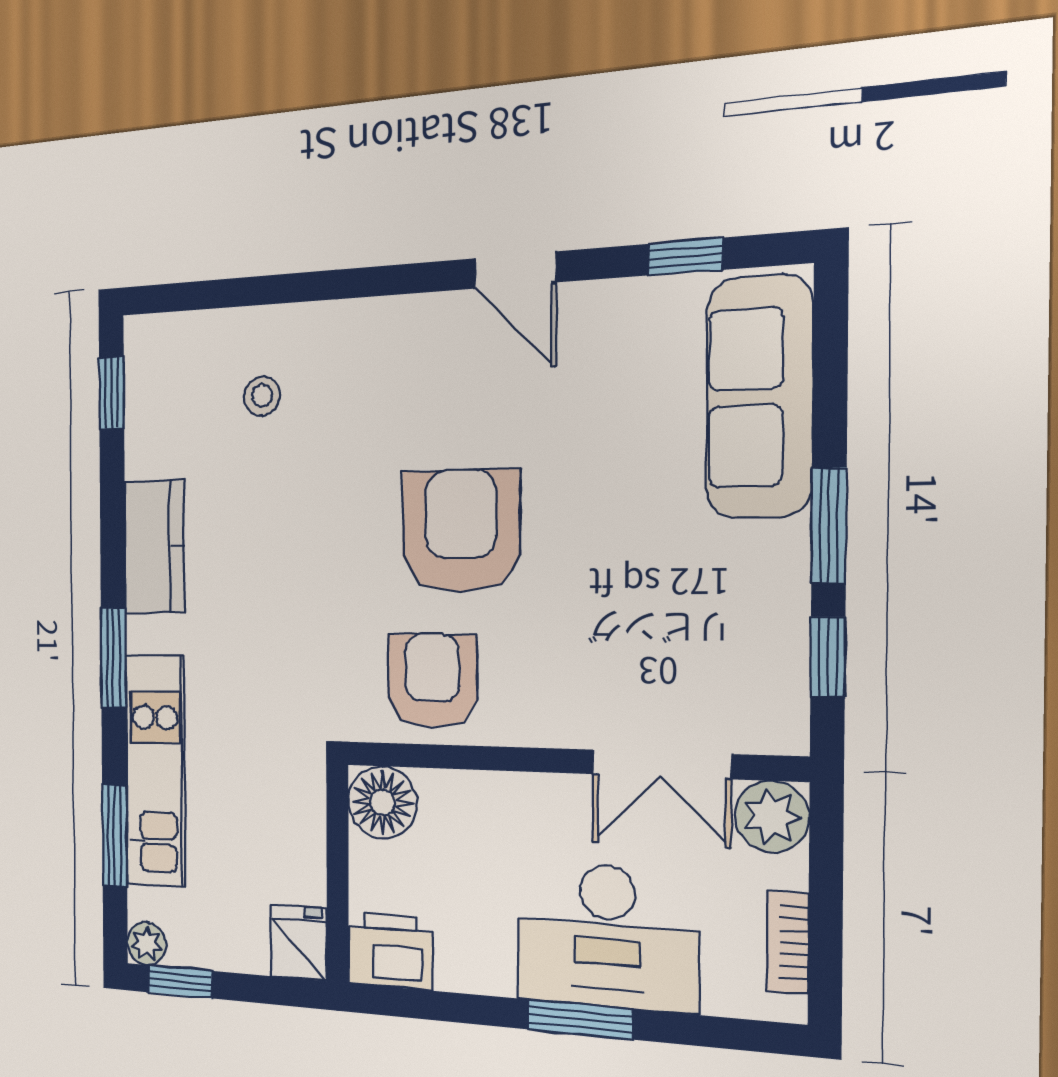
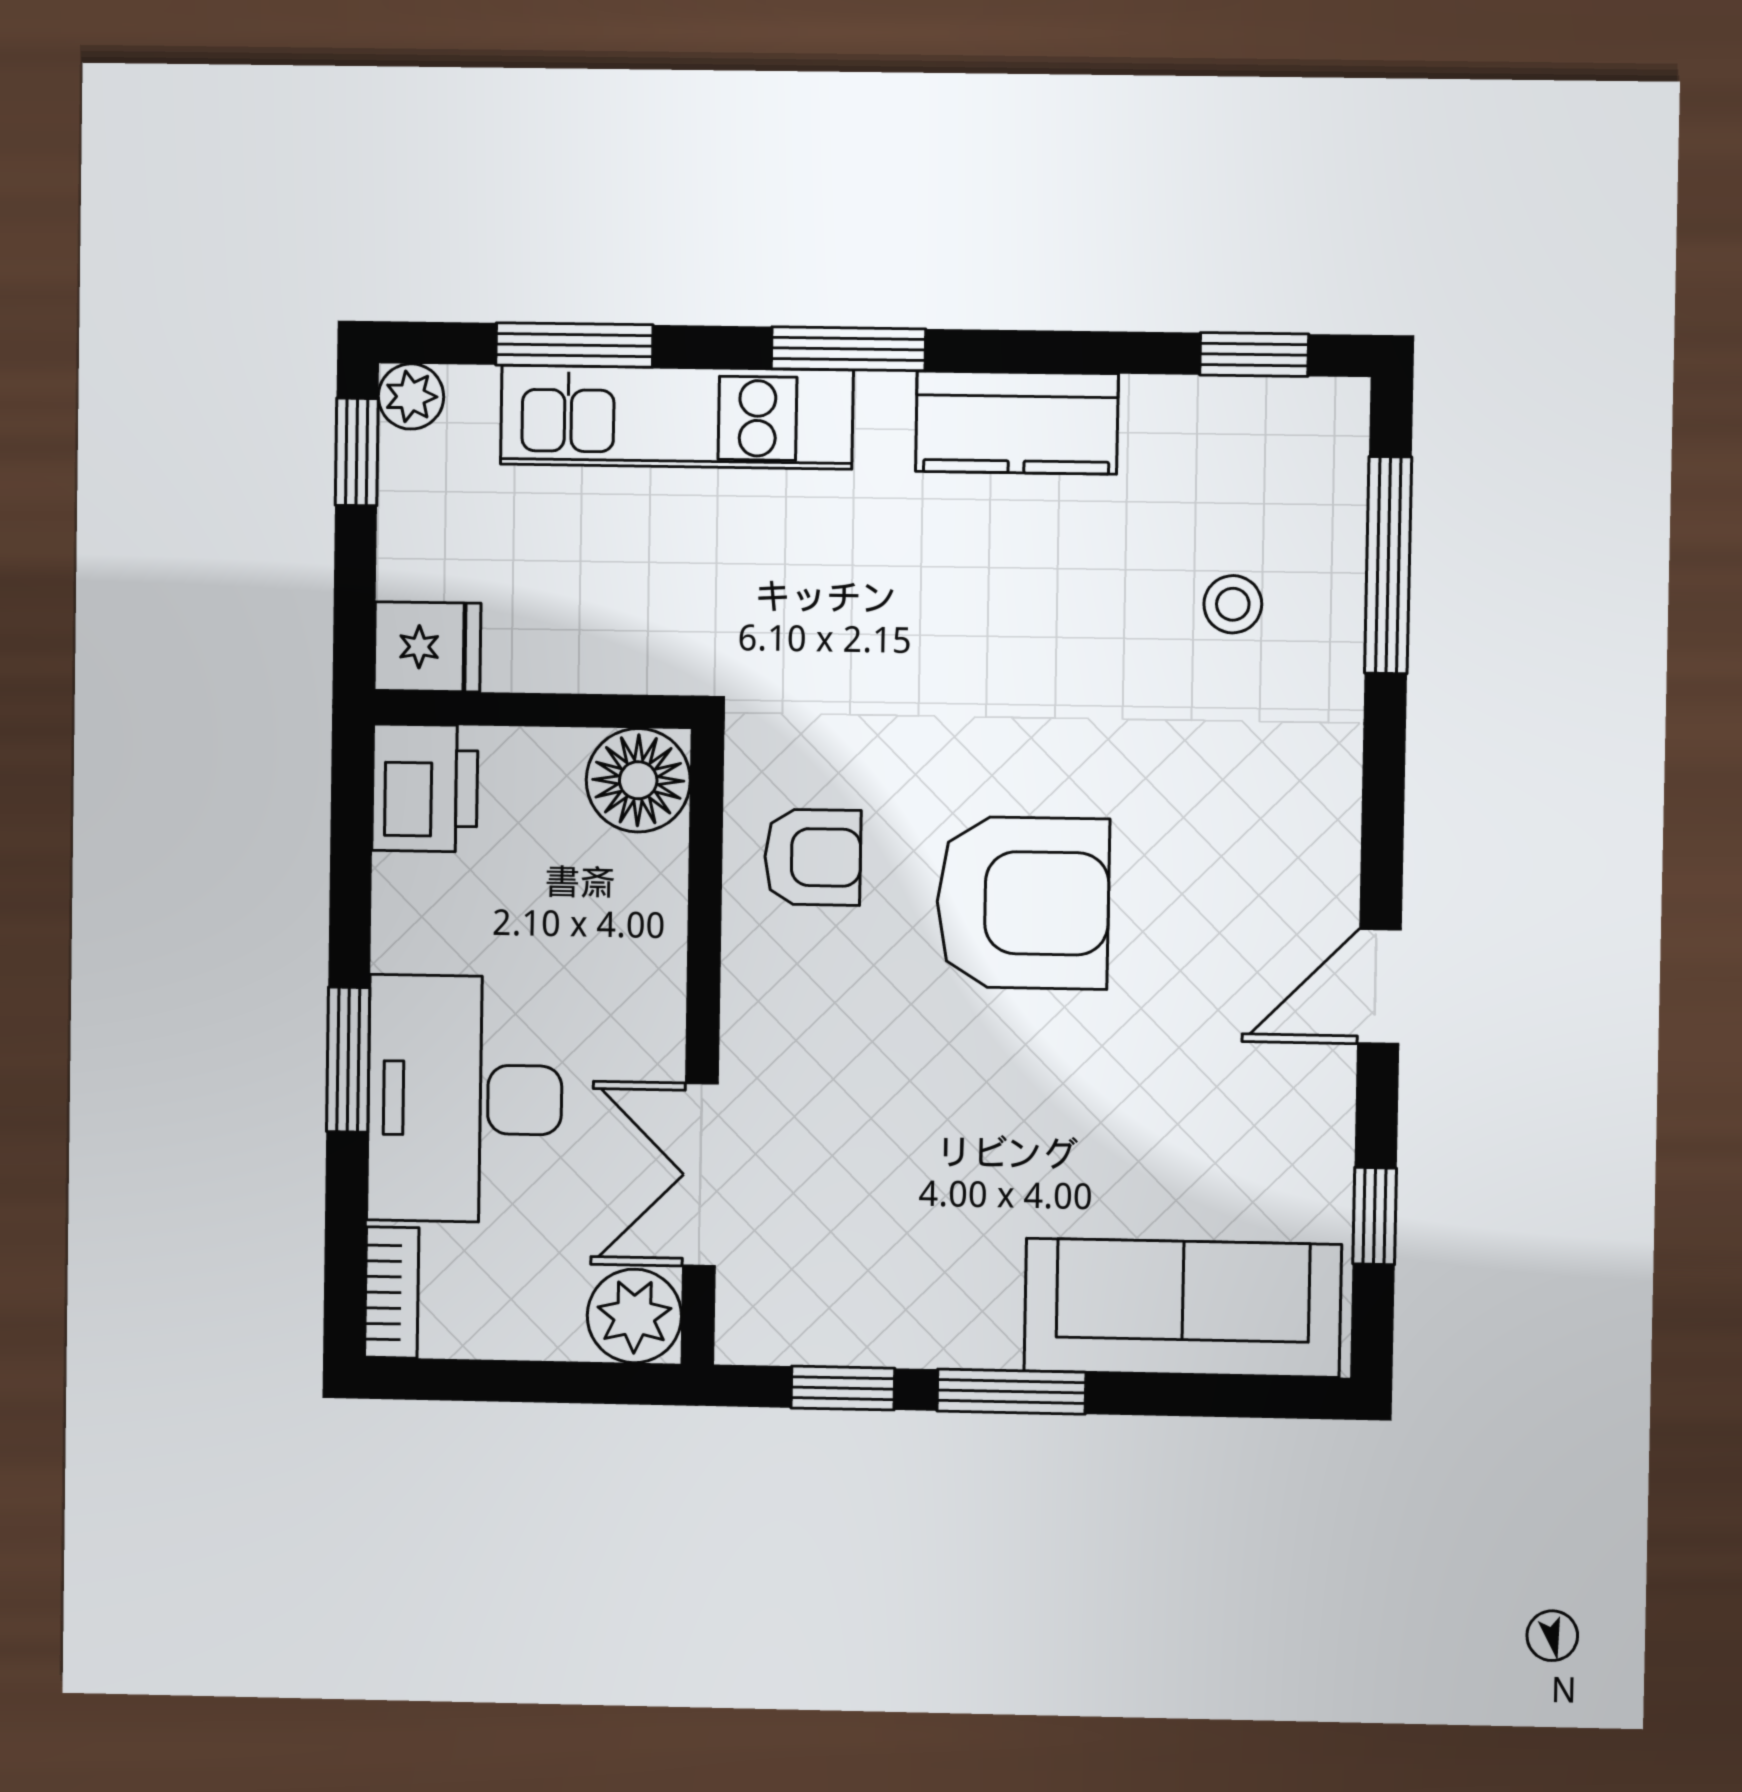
window: (236, 293) -> (1388, 565), added
armchair: (432, 681) -> (813, 857), width x0.72, depth x0.72
bookcase: (787, 942) -> (392, 1292), moved, turned 90

